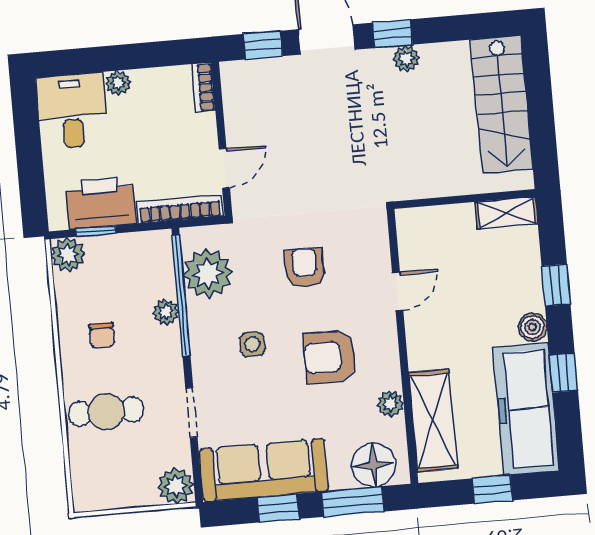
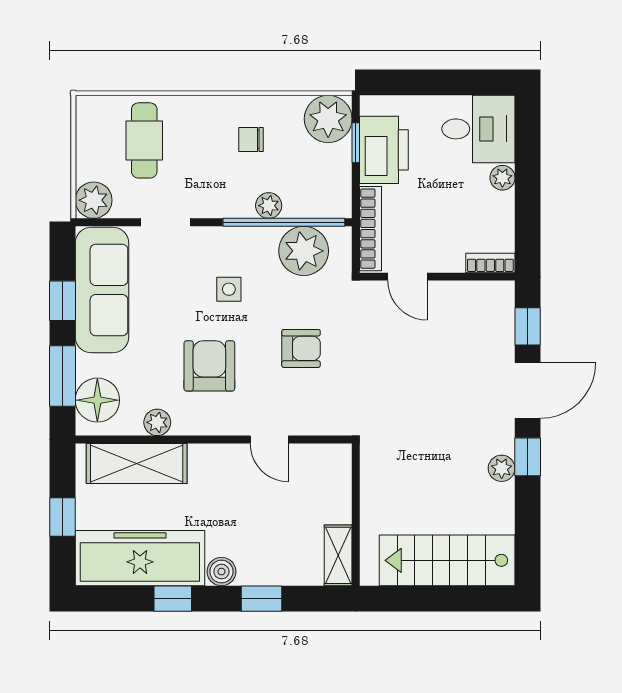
plant: (68, 255) -> (328, 119), width x1.36, depth x1.36
cafe table: (106, 412) -> (144, 140), moved

